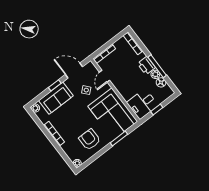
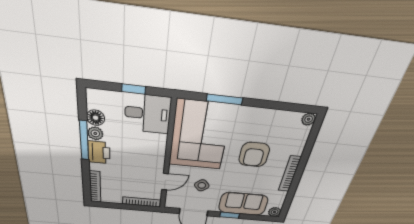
armchair: (90, 139) -> (254, 155), moved

